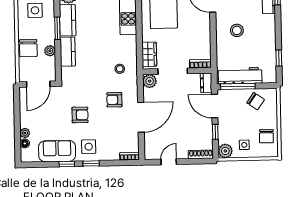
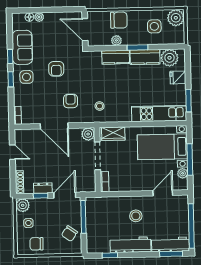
chair: (28, 48) -> (119, 20), turned 180
workbench: (240, 76) -> (130, 245), moved, turned -90
dresser: (206, 83) -> (43, 188), moved

